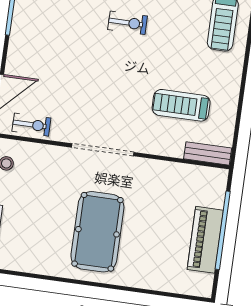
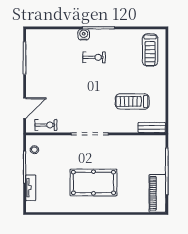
pool table: (97, 232) -> (93, 182), turned 90
piano: (205, 240) -> (157, 193), moved

